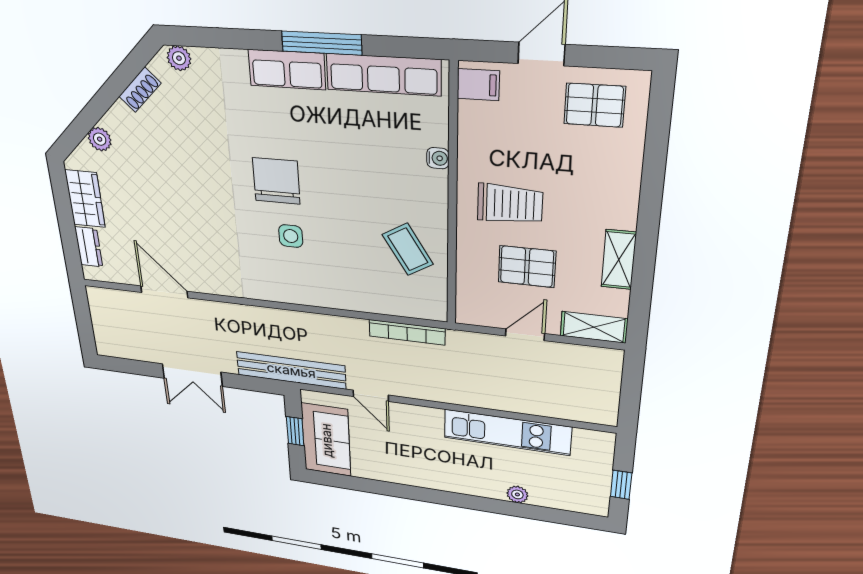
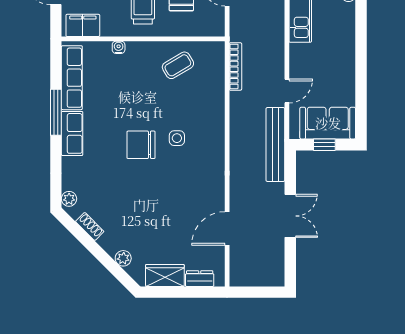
filing cabinet: (478, 85) -> (83, 25), width x2.00

